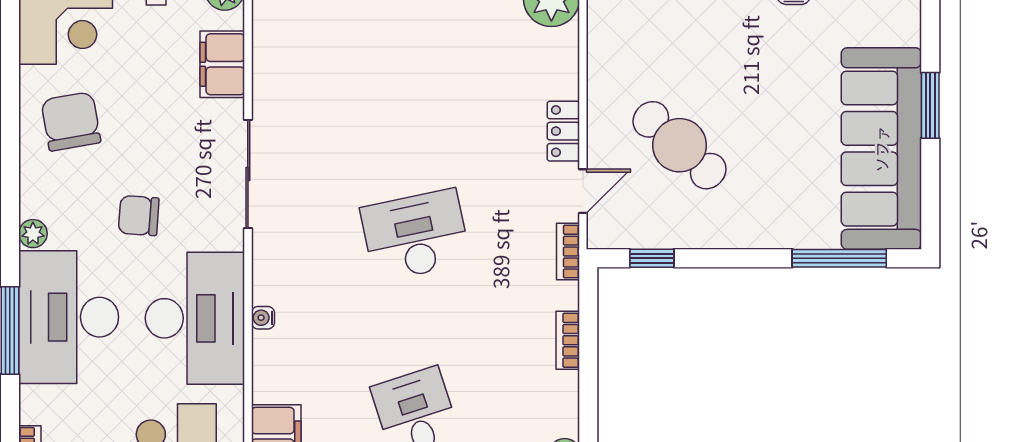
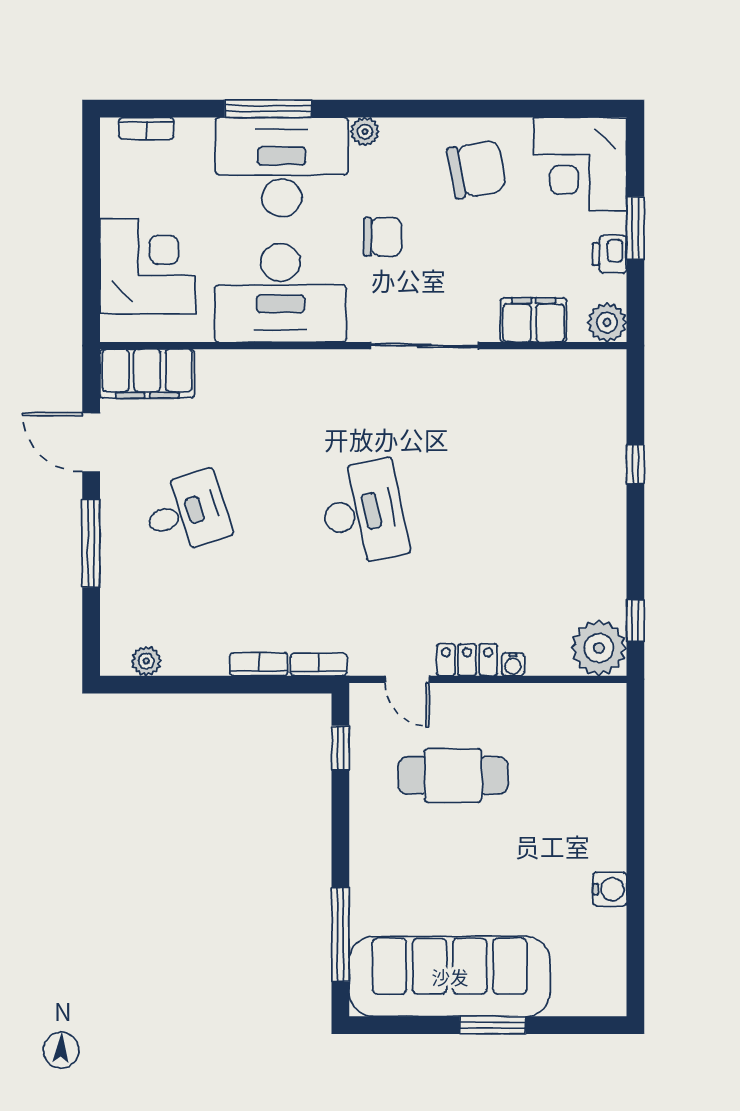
cafe table: (680, 145) -> (453, 775), turned 48
chair: (139, 216) -> (383, 237), turned 86
bookcase: (568, 252) -> (319, 664), moved
water cooler: (263, 318) -> (513, 664), moved, turned 180

